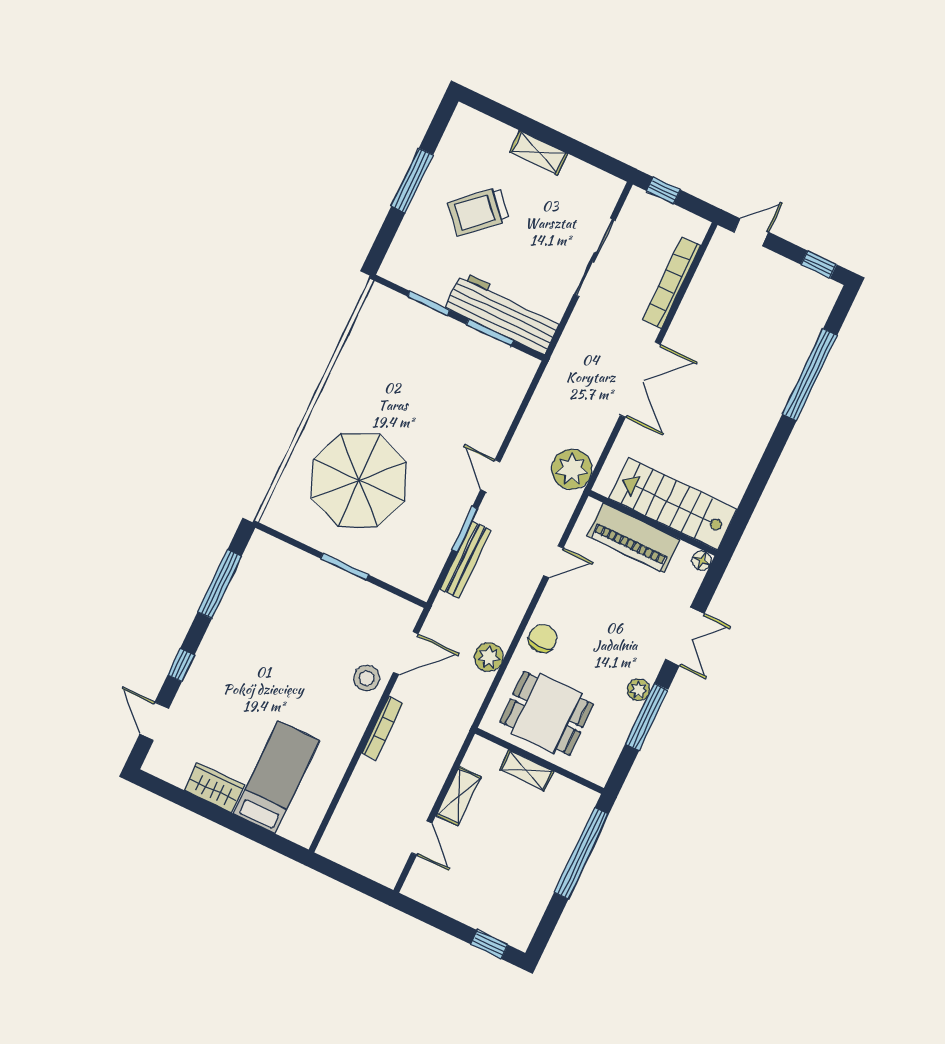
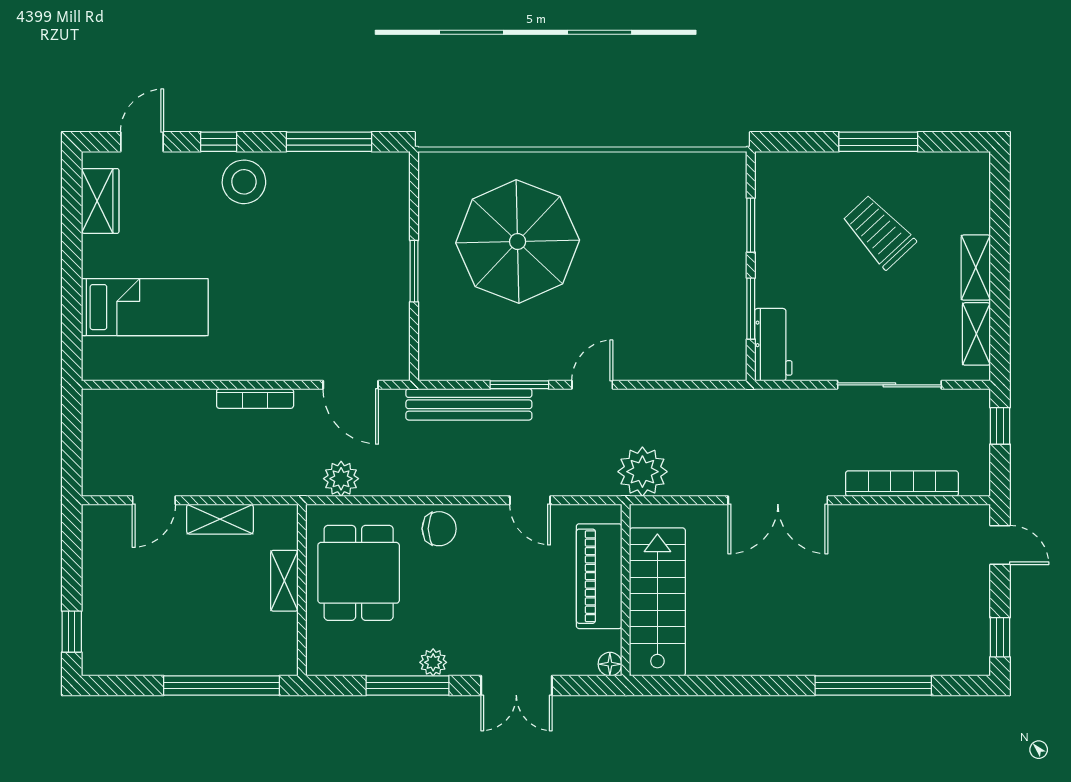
shelving: (588, 176) -> (976, 334), added
workbench: (503, 313) -> (773, 345), width x0.53, depth x0.76
bench: (465, 560) -> (469, 404), width x1.37, depth x1.21
plant: (489, 657) -> (341, 479), moved
stool: (367, 678) -> (244, 182), moved, width x1.38, depth x1.38
wardrobe: (214, 788) -> (100, 201), moved

